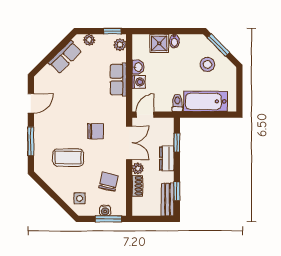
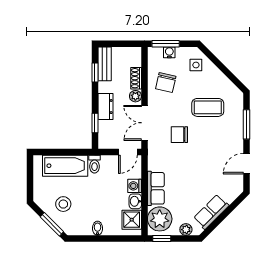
shower: (159, 43) -> (132, 220), moved
plant: (120, 45) -> (160, 219), width x1.87, depth x1.87

